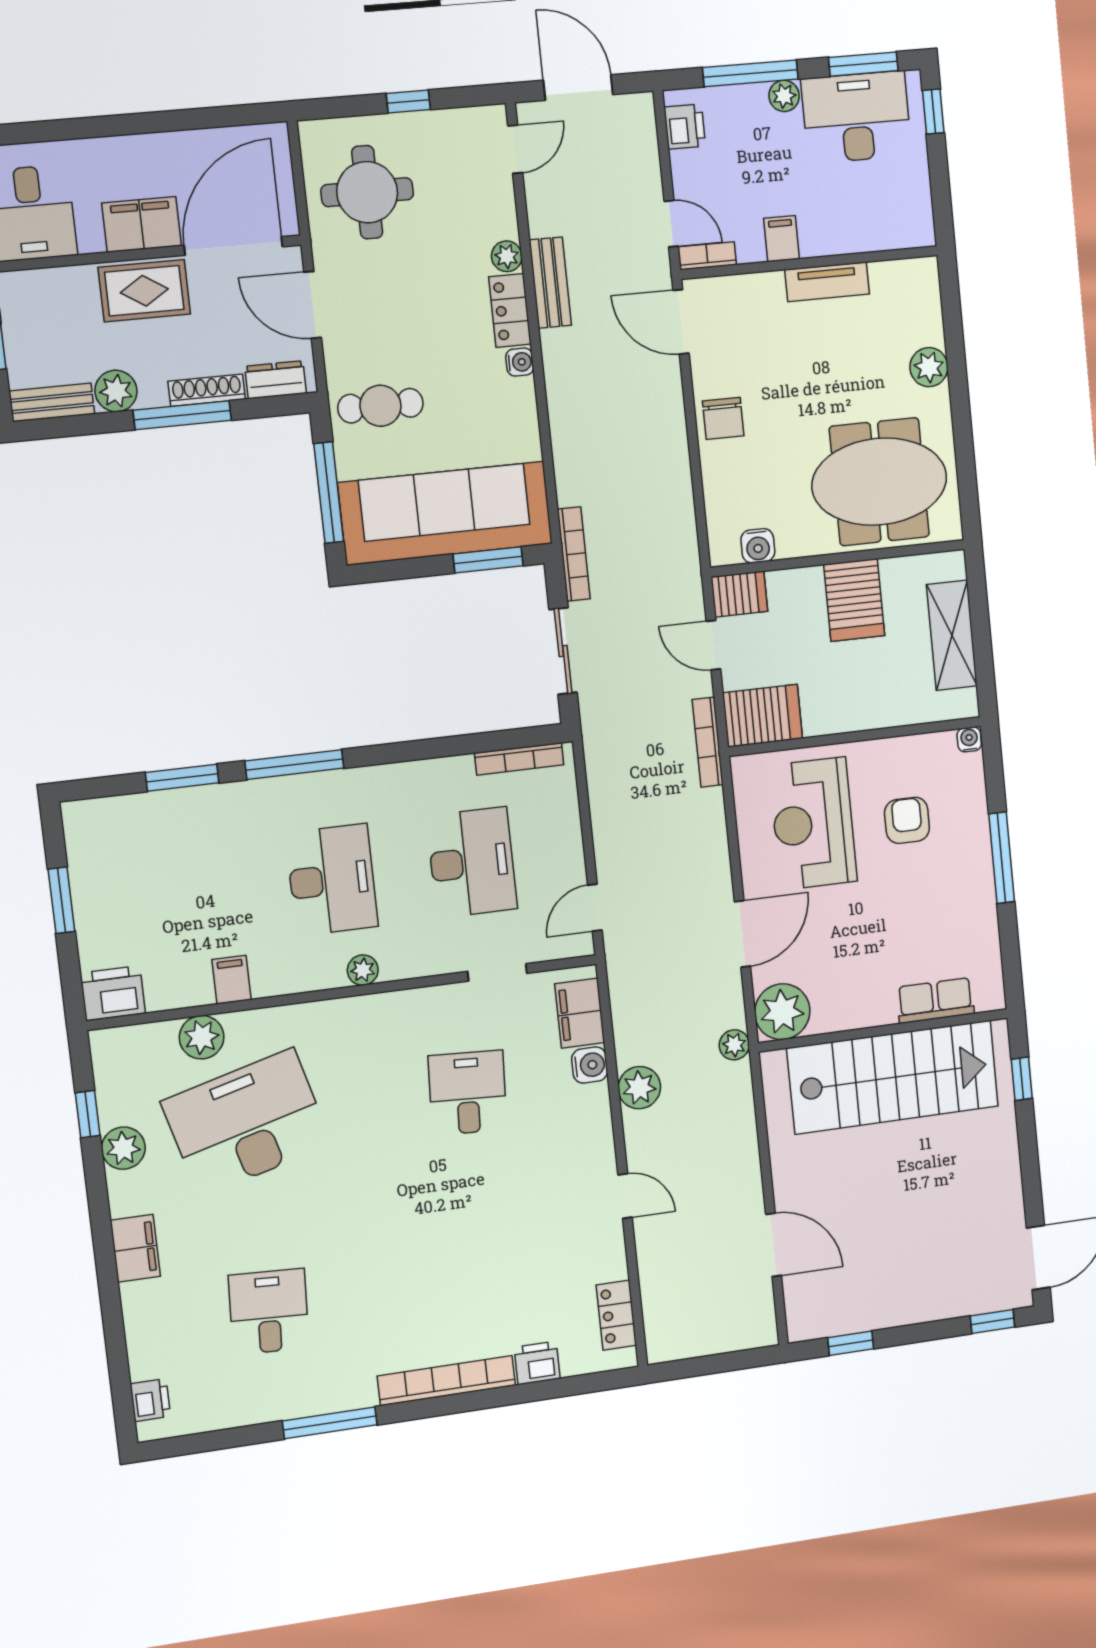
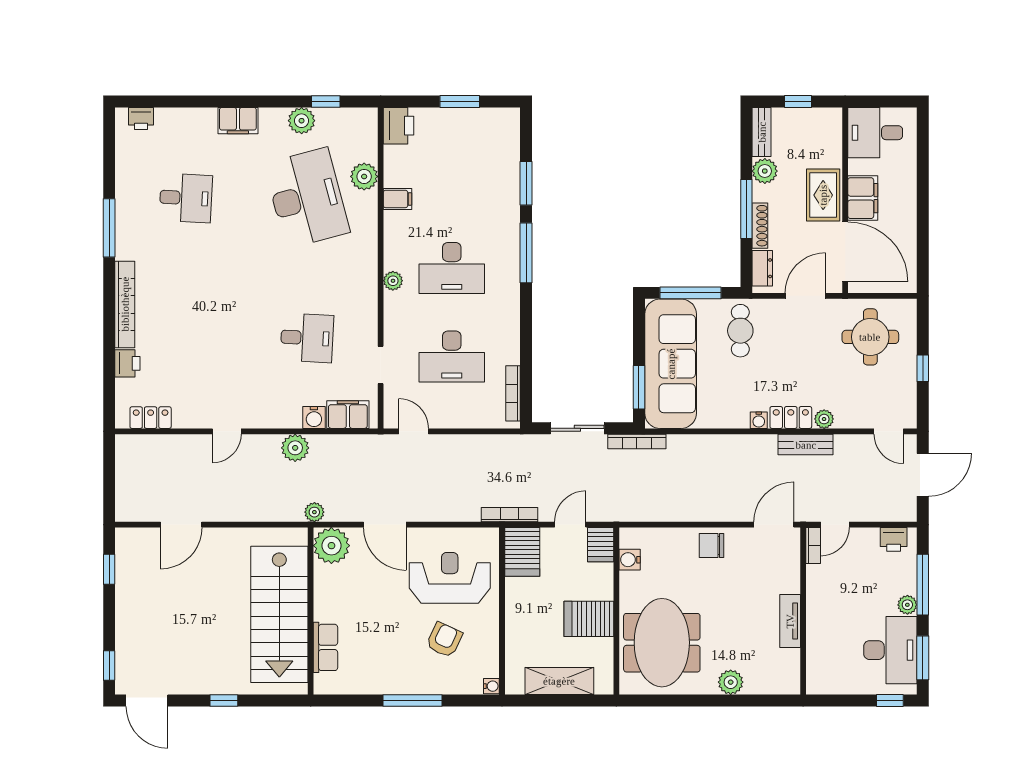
filing cabinet: (781, 239) -> (819, 594), removed
armchair: (907, 820) -> (444, 640), turned -65
window: (1022, 1079) -> (224, 700), moved

